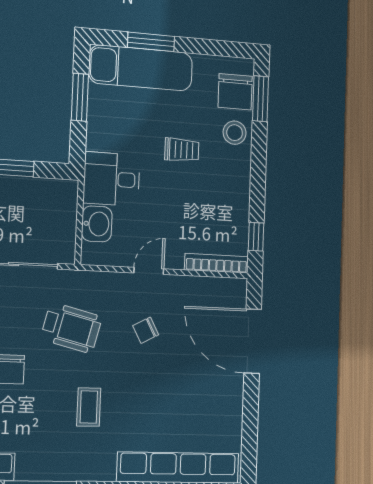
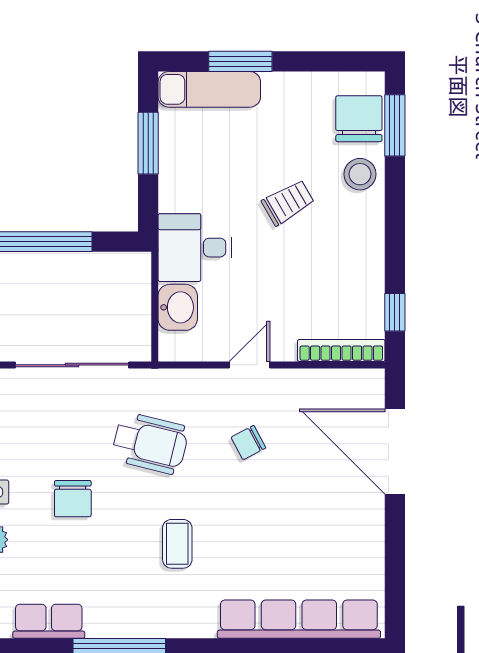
exam couch: (141, 68) -> (209, 89), width x0.73, depth x0.69
chair: (235, 92) -> (359, 119), turned 180
trolley: (182, 150) -> (288, 202), turned -30

